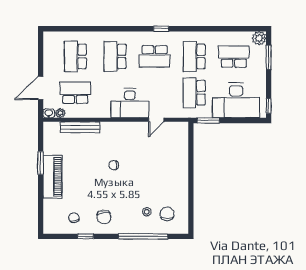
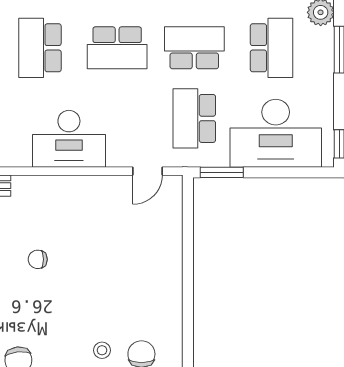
school desk: (194, 56) -> (194, 48), turned 90
school desk: (234, 56) -> (271, 48), turned 90
door: (156, 120) -> (147, 171), moved

